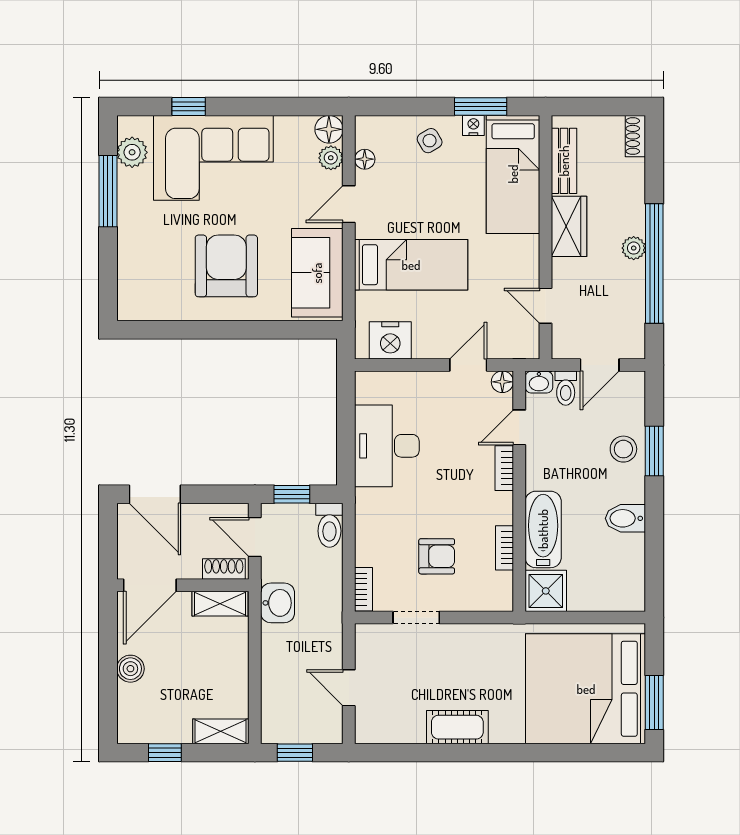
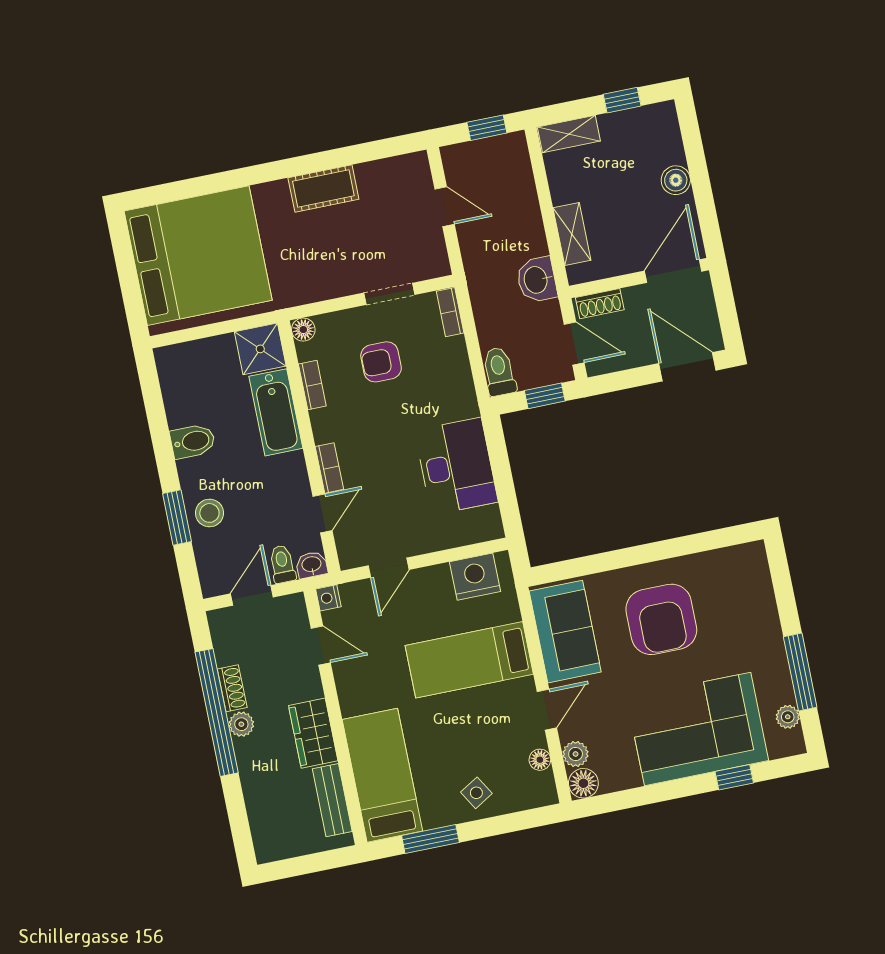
nightstand: (473, 125) -> (328, 598), moved, turned 90
shoe rack: (635, 136) -> (232, 688), moved
plant: (132, 152) -> (788, 717), width x0.73, depth x0.73
floor lamp: (502, 382) -> (303, 330), moved
shelving: (220, 604) -> (572, 234), moved, turned 90
window: (654, 702) -> (124, 256), removed

